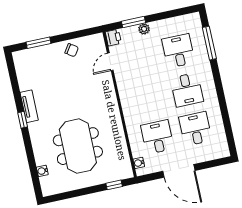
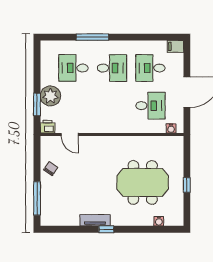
plant: (144, 29) -> (50, 96), width x1.87, depth x1.87
window: (39, 43) -> (37, 198), width x1.44
window: (209, 43) -> (92, 37), moved
desk: (157, 137) -> (150, 106), turned 180
filing cabinet: (223, 149) -> (175, 46), added
window: (114, 185) -> (187, 185), moved

